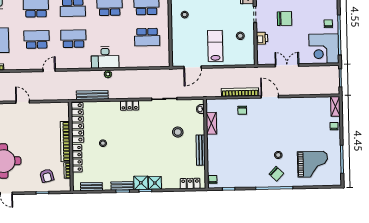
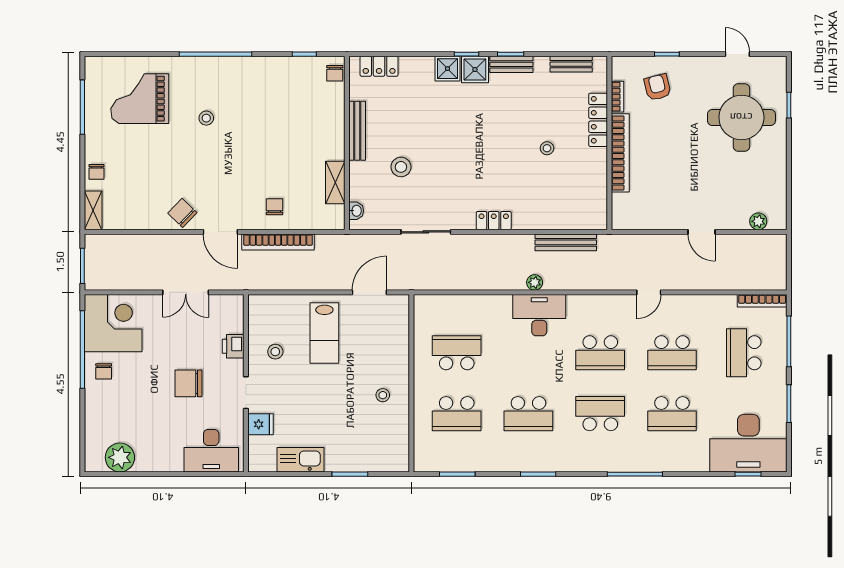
locker: (77, 122) -> (596, 190), removed
chair: (276, 174) -> (182, 213), moved

